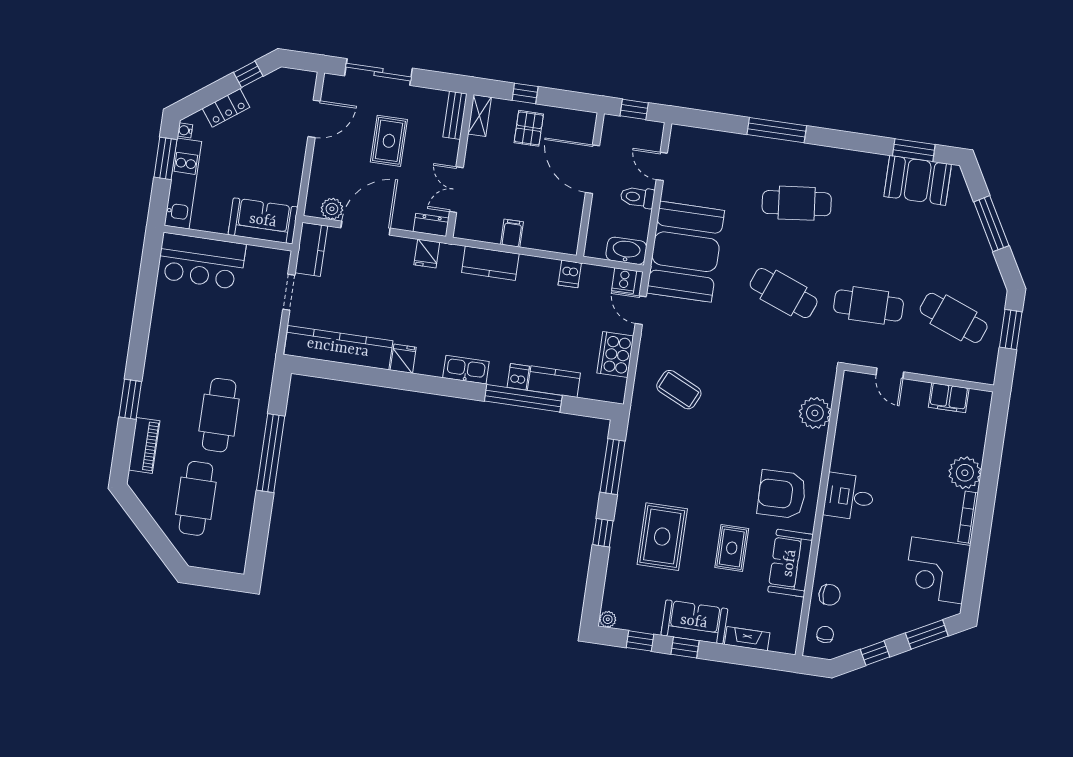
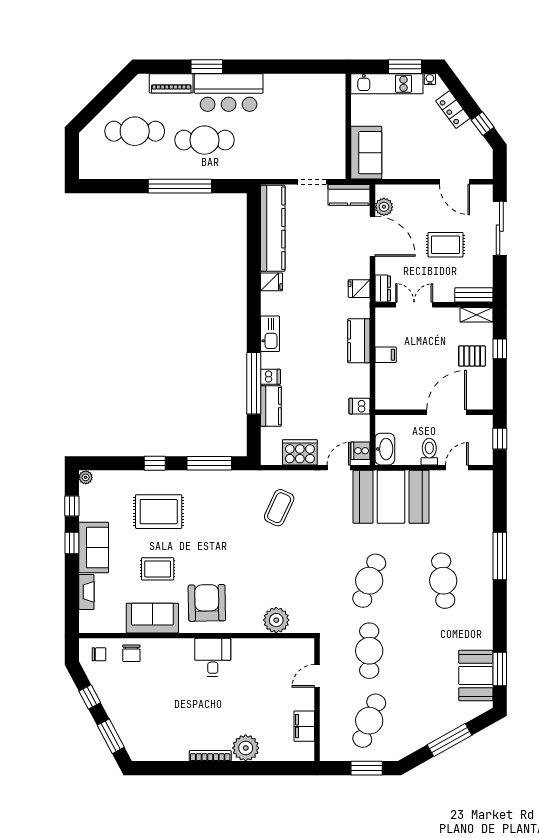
bar counter: (201, 261) -> (229, 93), moved, turned -90
corner desk: (937, 570) -> (164, 737), removed

